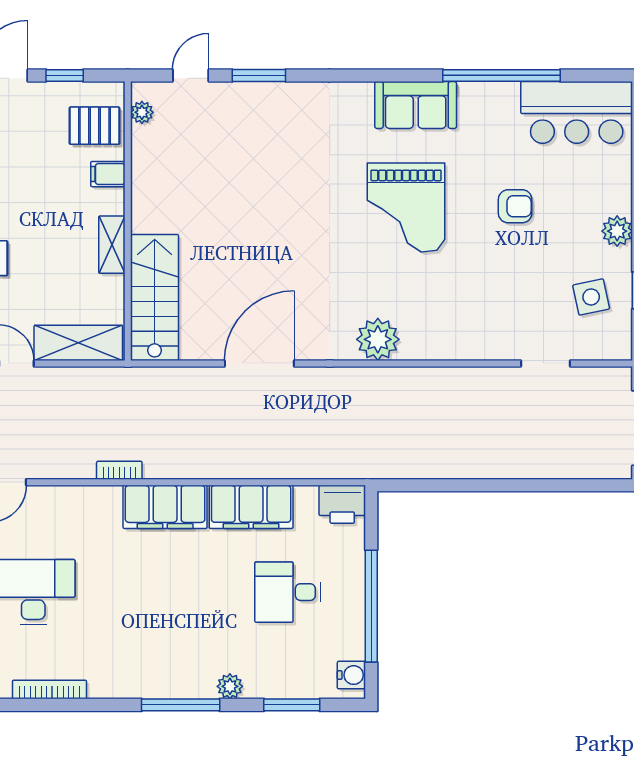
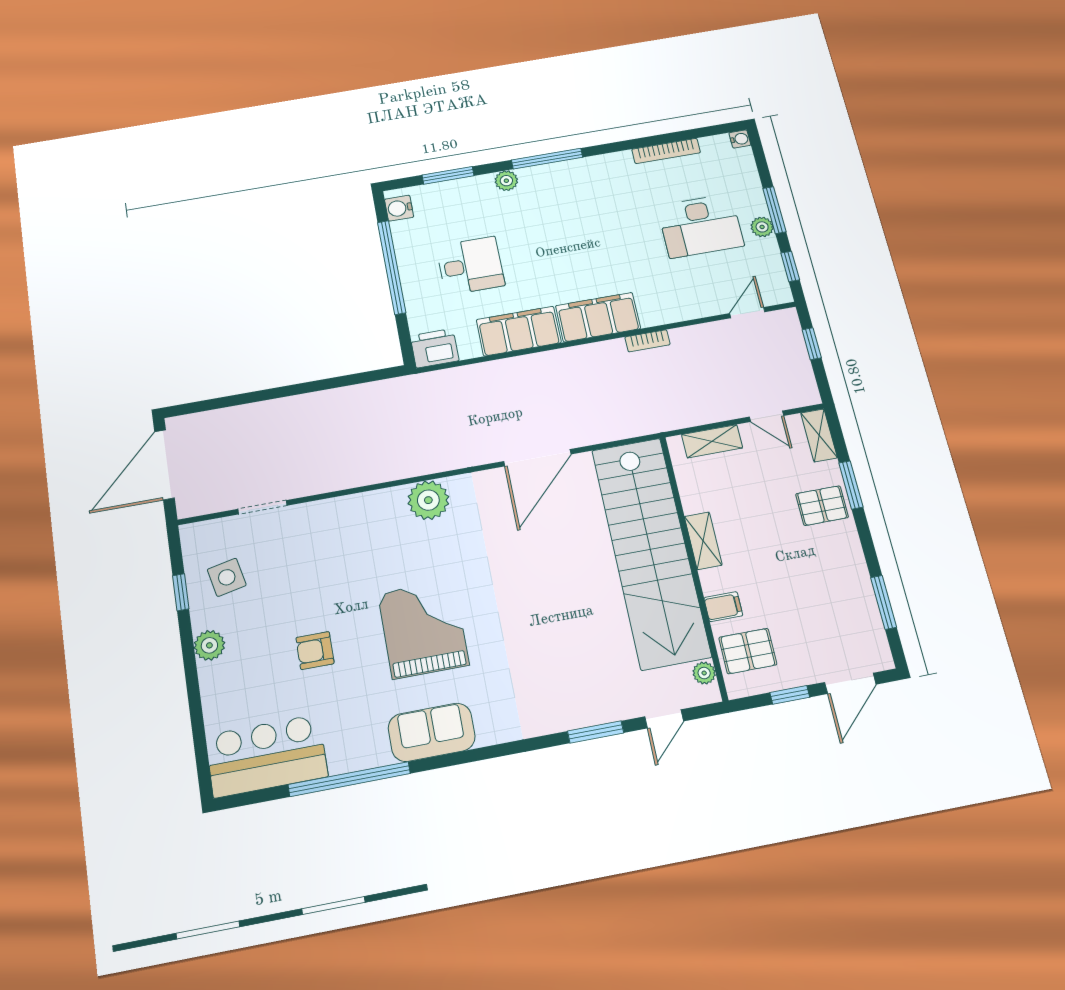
stairs: (155, 297) -> (651, 552), width x1.86, depth x1.51
shelving: (78, 343) -> (712, 441), width x0.67, depth x0.75

